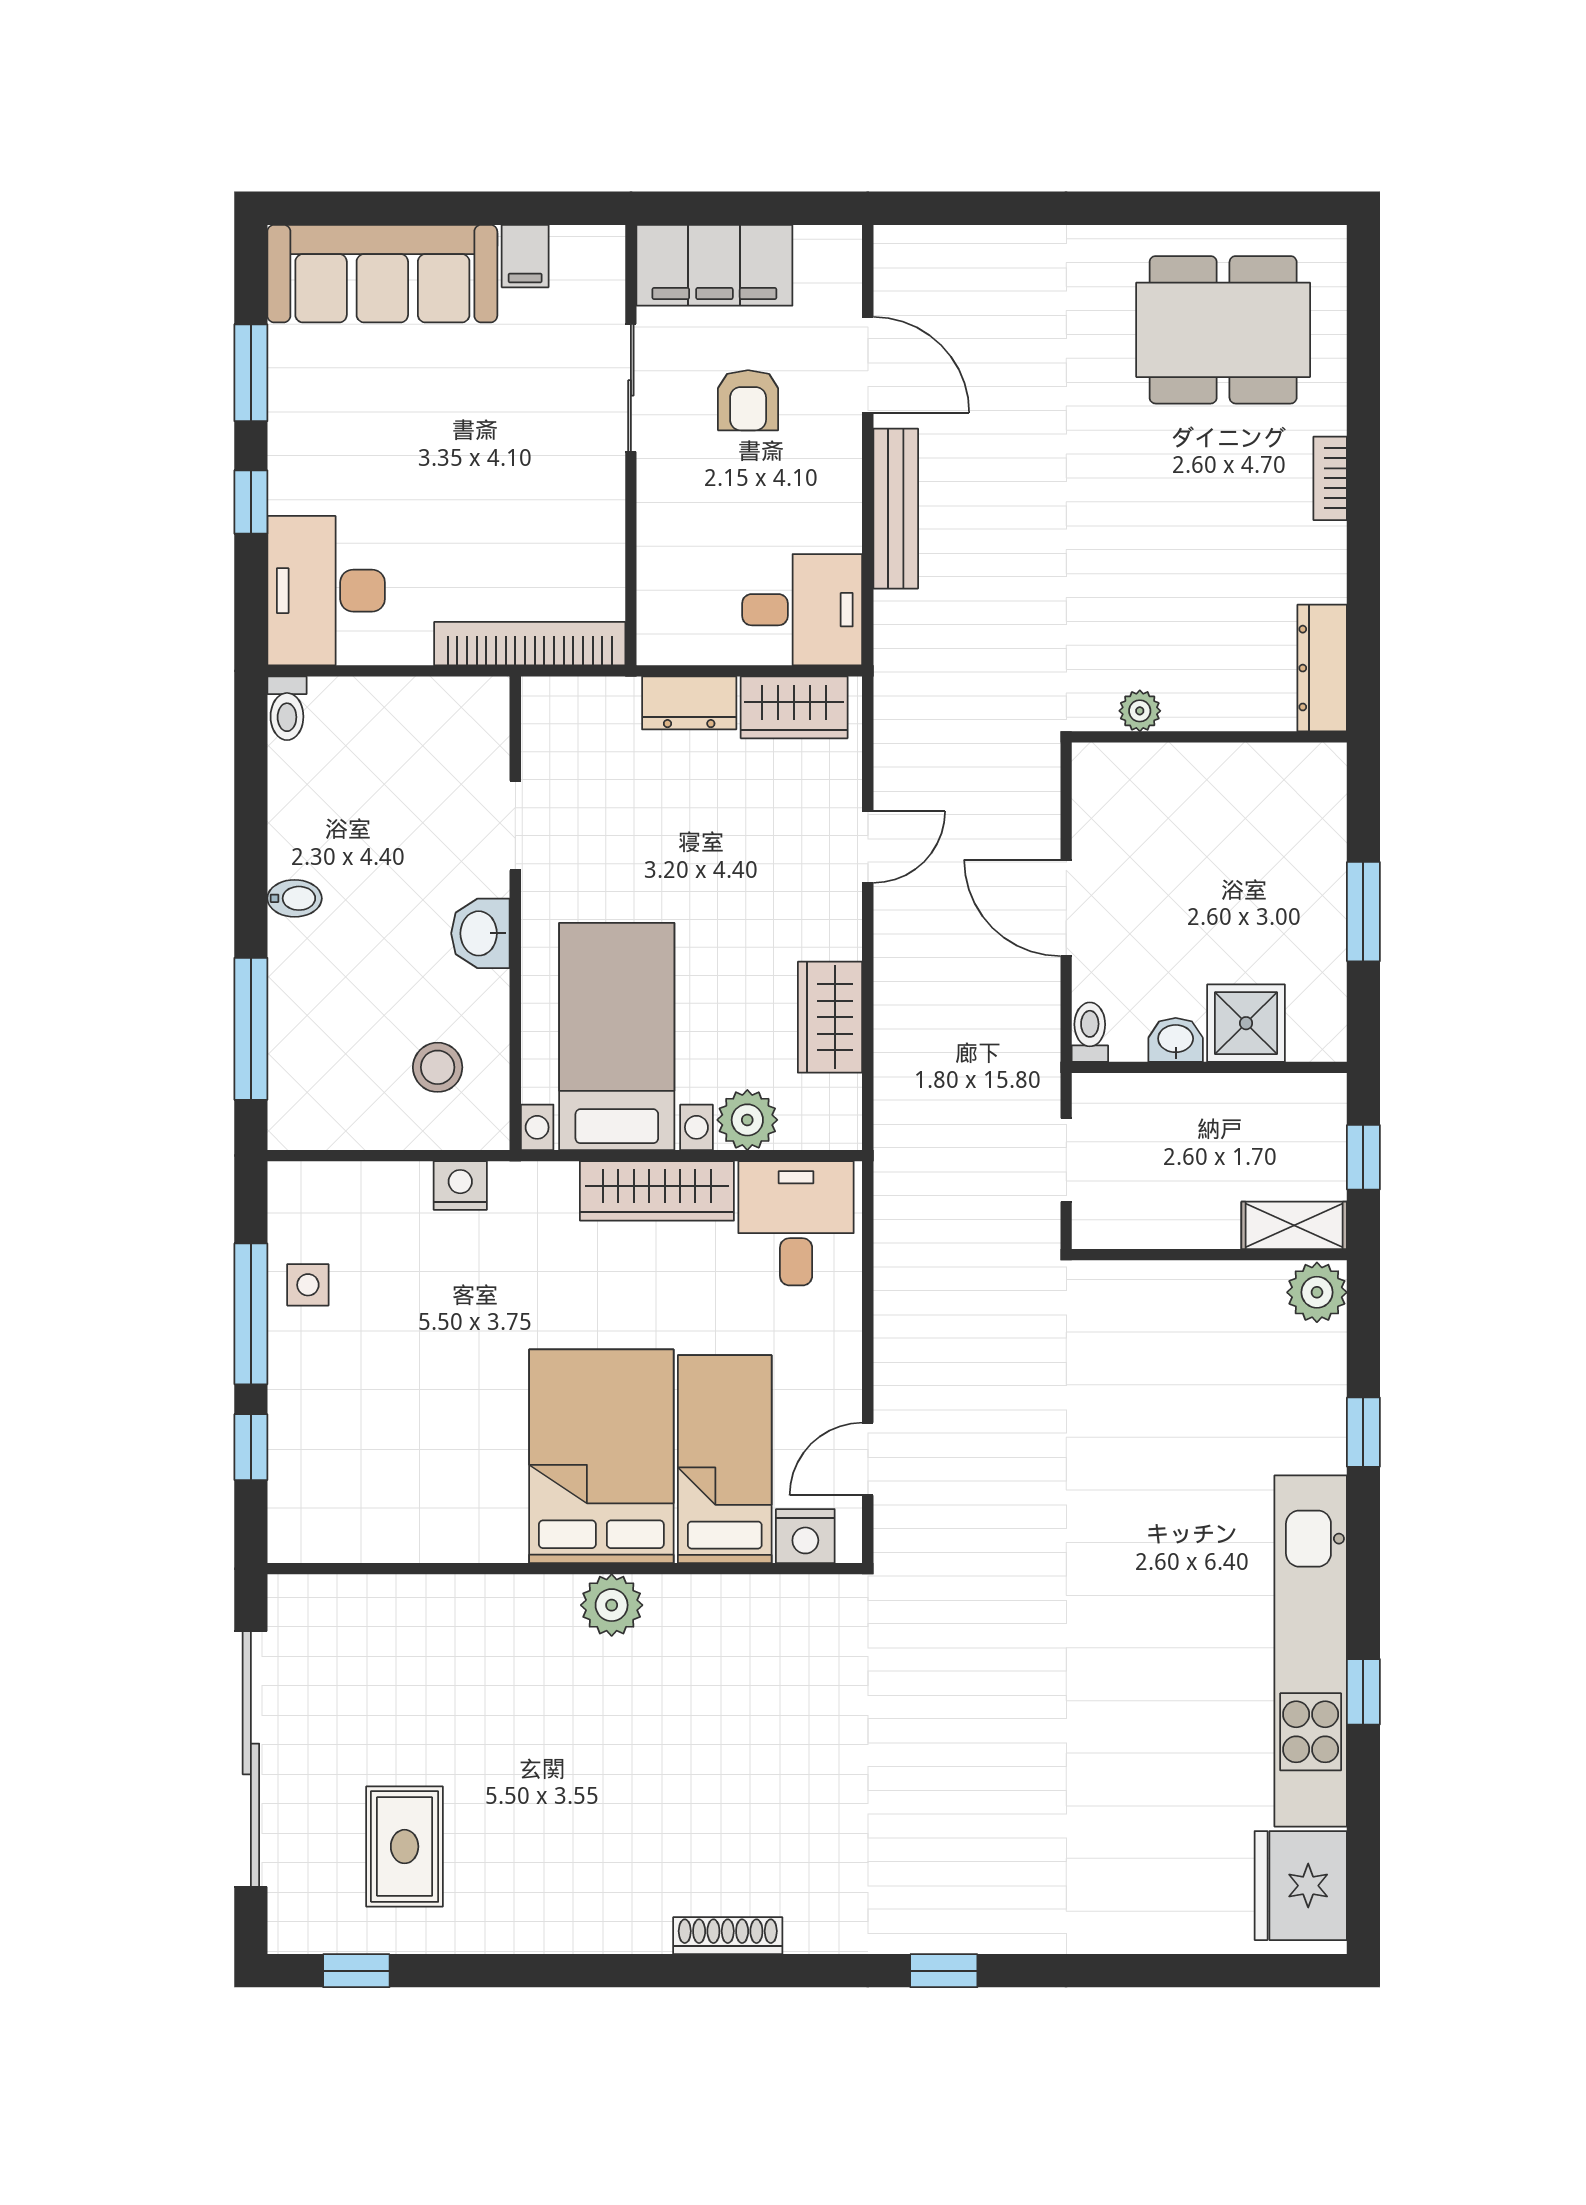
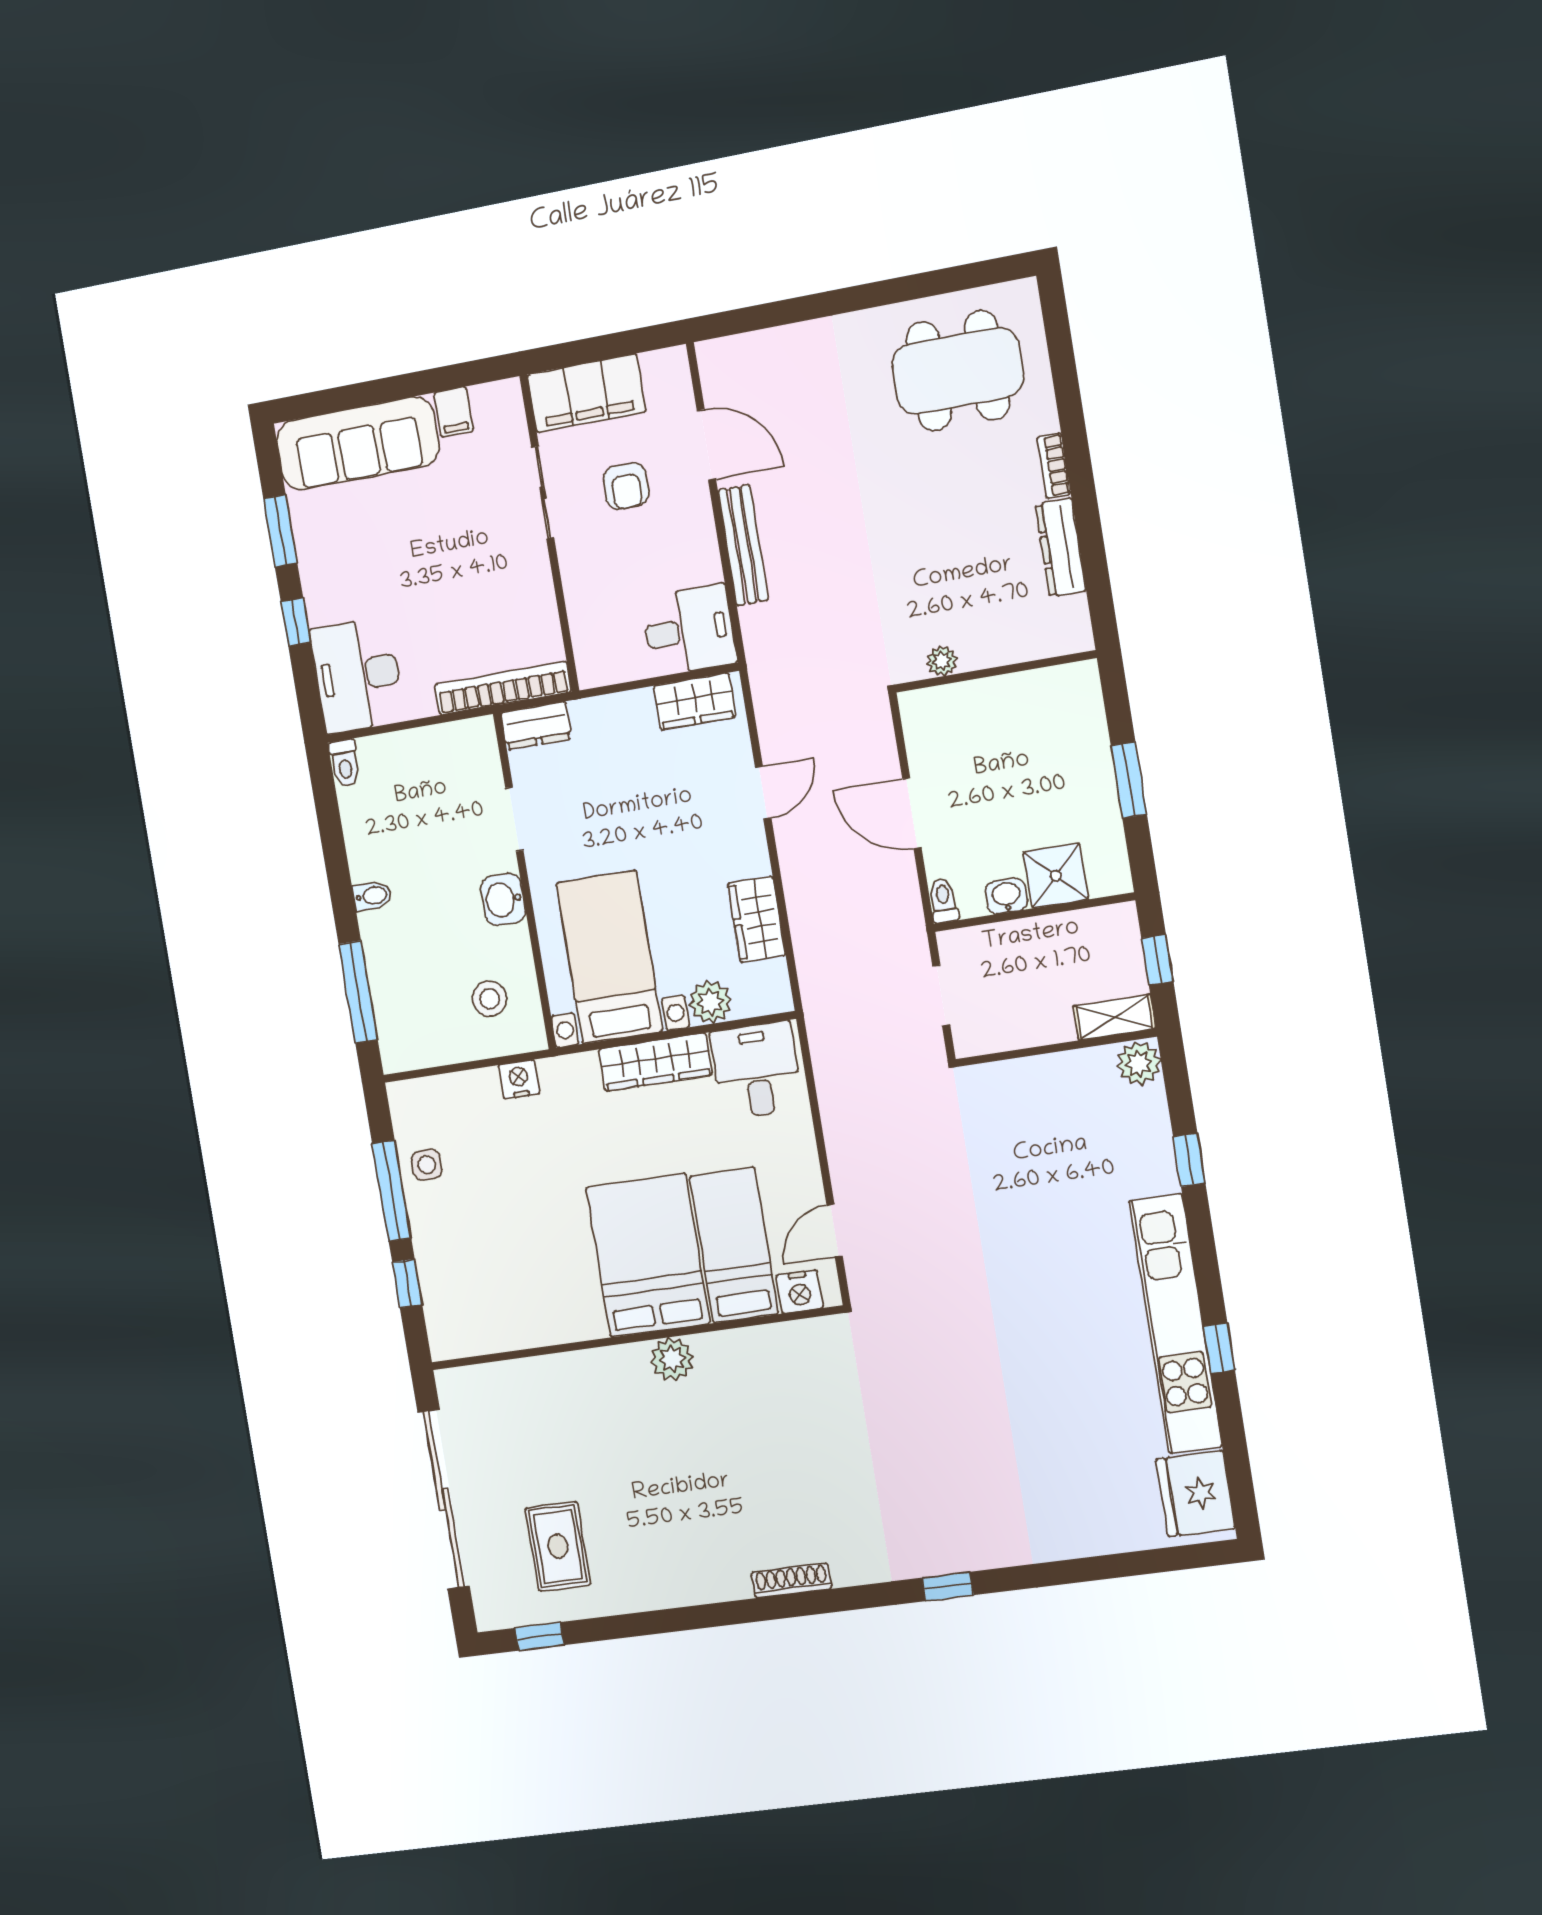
dresser: (1322, 668) -> (1061, 548), moved
dresser: (689, 703) -> (536, 726), moved

